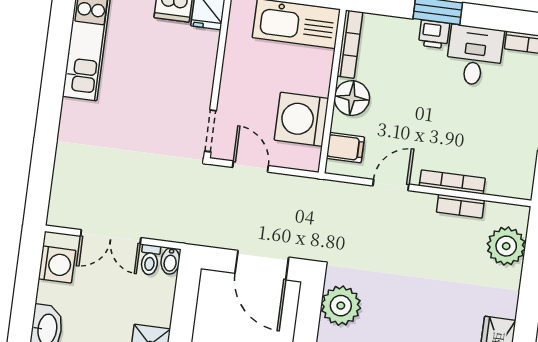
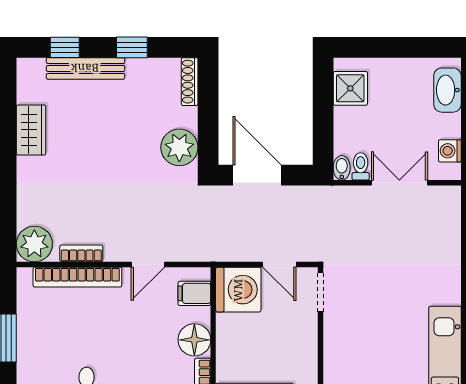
washing machine: (301, 119) -> (238, 290), moved
bookcase: (452, 182) -> (77, 277), width x1.48, depth x1.31
plant: (506, 246) -> (34, 244), moved
washing machine: (57, 265) -> (450, 151), width x0.73, depth x0.73

